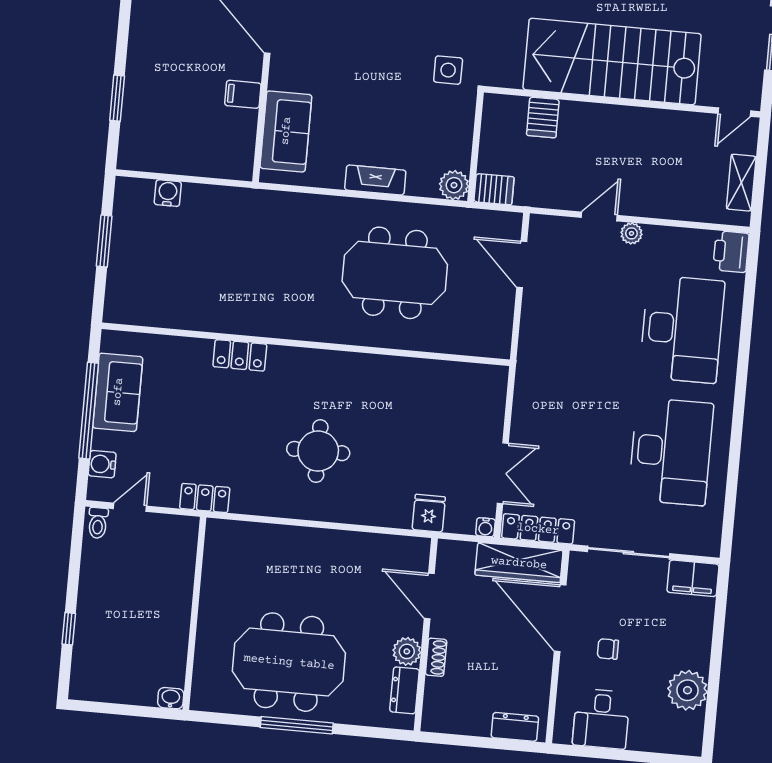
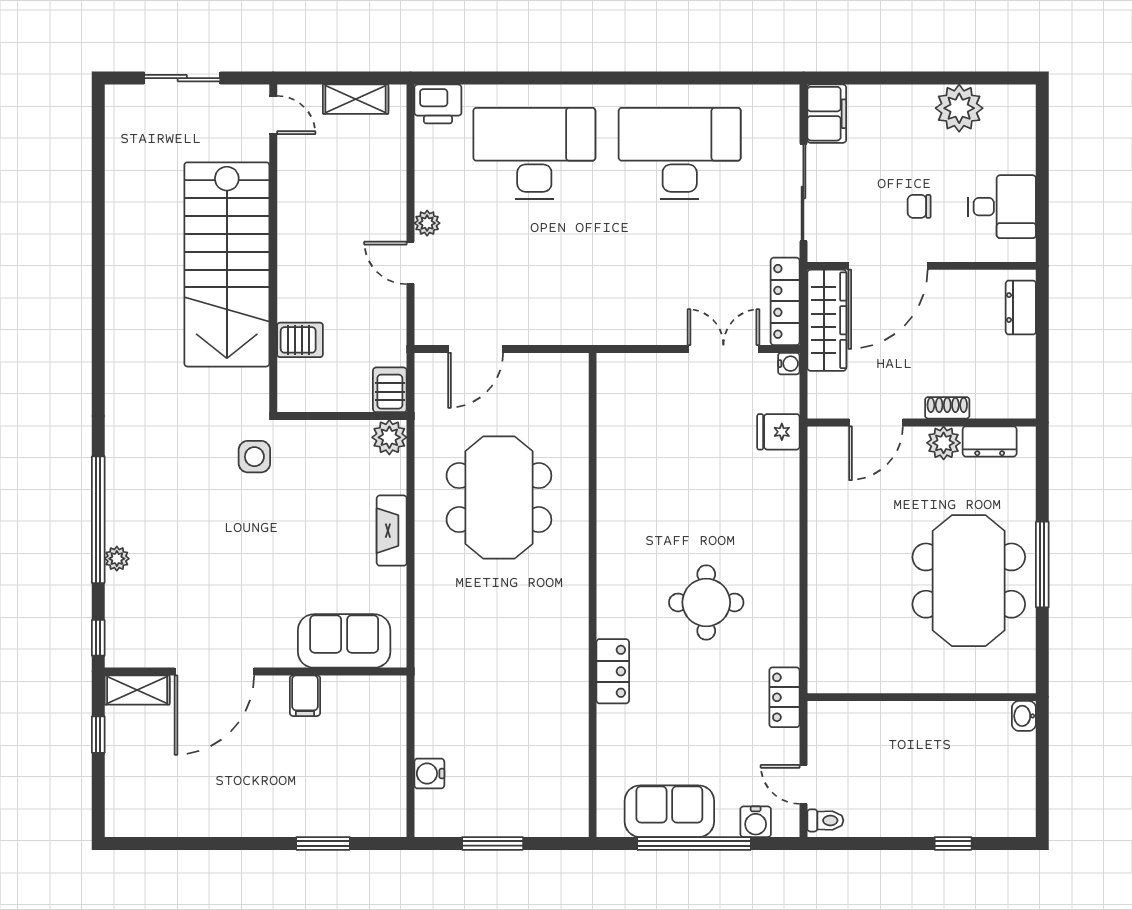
round table: (318, 451) -> (706, 602), moved
chair: (608, 649) -> (919, 206), turned 90

